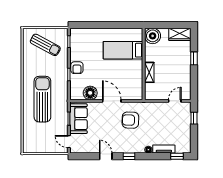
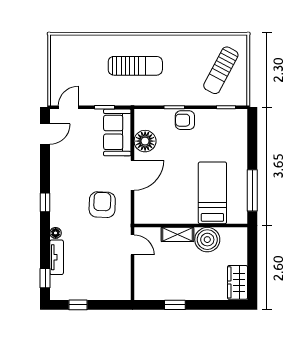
window: (121, 25) -> (252, 190), added
boiler: (153, 36) -> (207, 240), moved
window: (194, 58) -> (175, 305), moved
sun lounger: (42, 99) -> (135, 66), width x0.73, depth x0.75
door: (175, 101) -> (133, 245), moved
window: (194, 118) -> (78, 305), moved
sofa: (78, 119) -> (117, 132), moved, turned 90
door: (106, 156) -> (45, 134), moved

